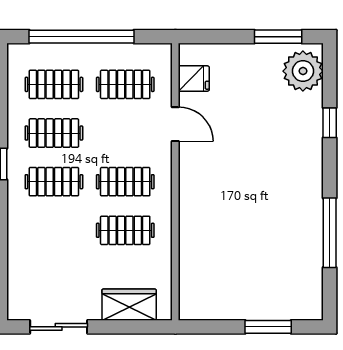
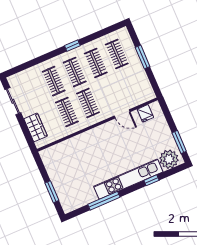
window: (81, 37) -> (143, 57), width x0.47
clothes rail: (125, 84) -> (54, 81), moved
door: (175, 124) -> (122, 114), hinge flipped
kitchen unit: (308, 167) -> (128, 179), added

